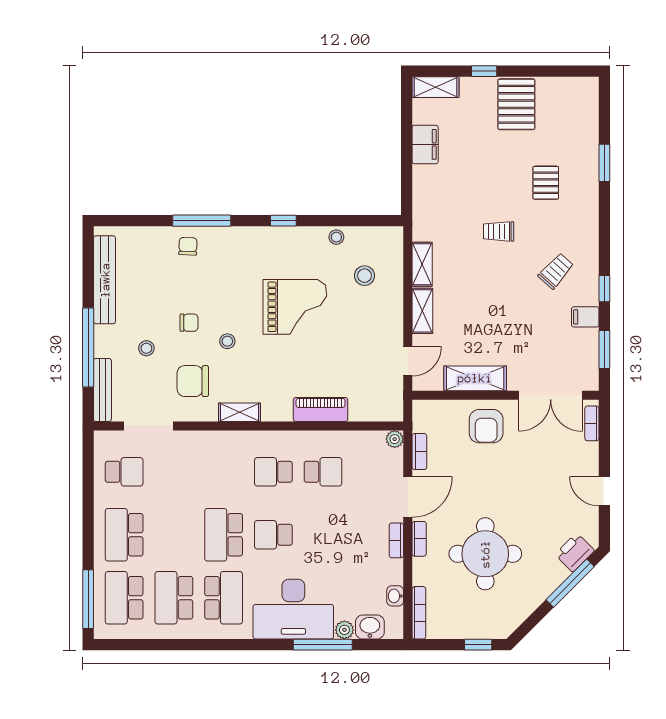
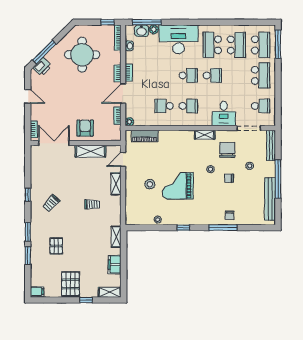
trolley: (499, 231) -> (92, 204), moved
shelving: (422, 264) -> (116, 237), moved
stool: (364, 276) -> (150, 184), moved
filing cabinet: (585, 317) -> (37, 292), moved
window: (88, 348) -> (278, 179), moved
window: (604, 349) -> (28, 232), moved
chair: (193, 381) -> (227, 150), turned -90
piano: (321, 409) -> (145, 136), moved
desk: (200, 456) -> (224, 114), added
school desk: (124, 472) -> (260, 106), turned 180
school desk: (224, 535) -> (212, 75), width x0.54
round table: (485, 554) -> (82, 55), moved
window: (323, 645) -> (147, 22), moved
window: (478, 645) -> (107, 22), moved

